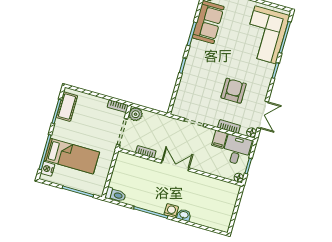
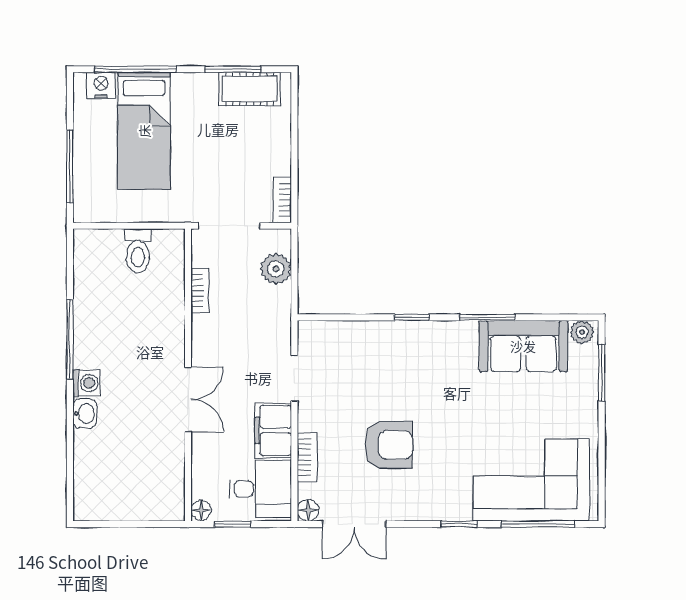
plant: (136, 114) -> (276, 269), moved
filing cabinet: (219, 139) -> (273, 430), width x2.00
double door: (175, 165) -> (188, 400), moved
toilet: (116, 195) -> (138, 251), moved

